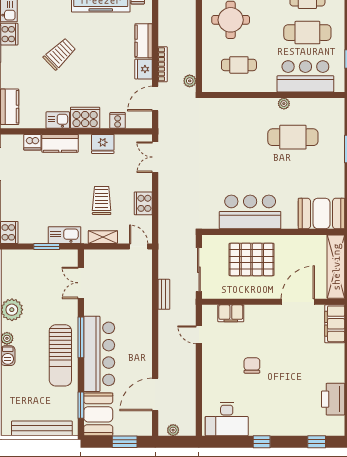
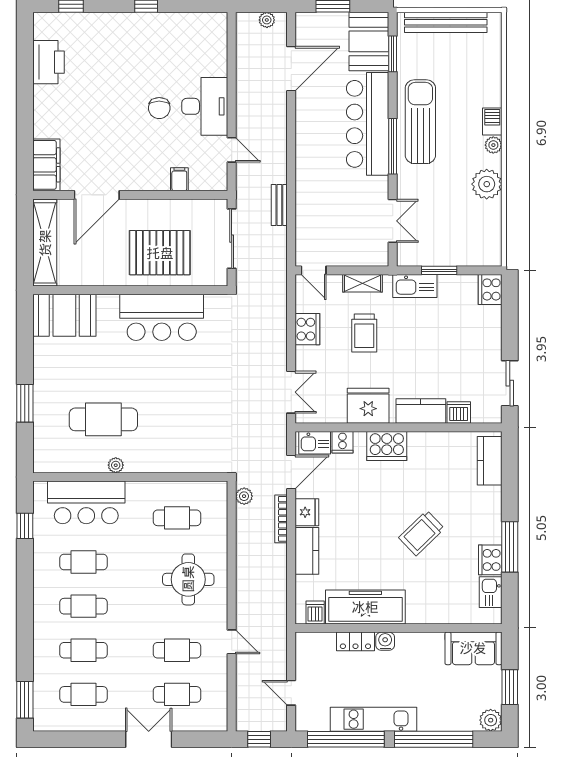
cafe table: (307, 33) -> (84, 562), width x0.73, depth x0.74
kitchen sink: (58, 120) -> (315, 443), moved
fridge: (103, 144) -> (368, 406), width x1.36, depth x1.34
filing cabinet: (231, 313) -> (179, 179), width x0.50
desk: (227, 419) -> (205, 106), moved, turned 90

